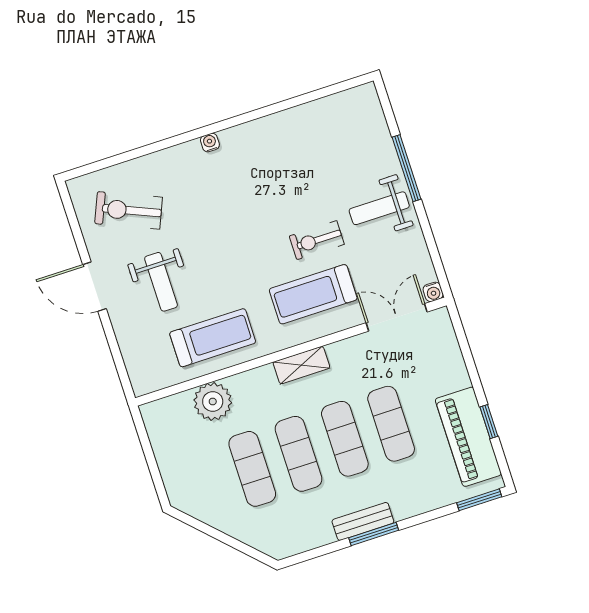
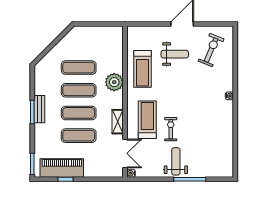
weight bench: (161, 282) -> (175, 54), turned 180
shelving: (301, 365) -> (118, 122), moved
plant: (213, 401) -> (114, 82), moved

